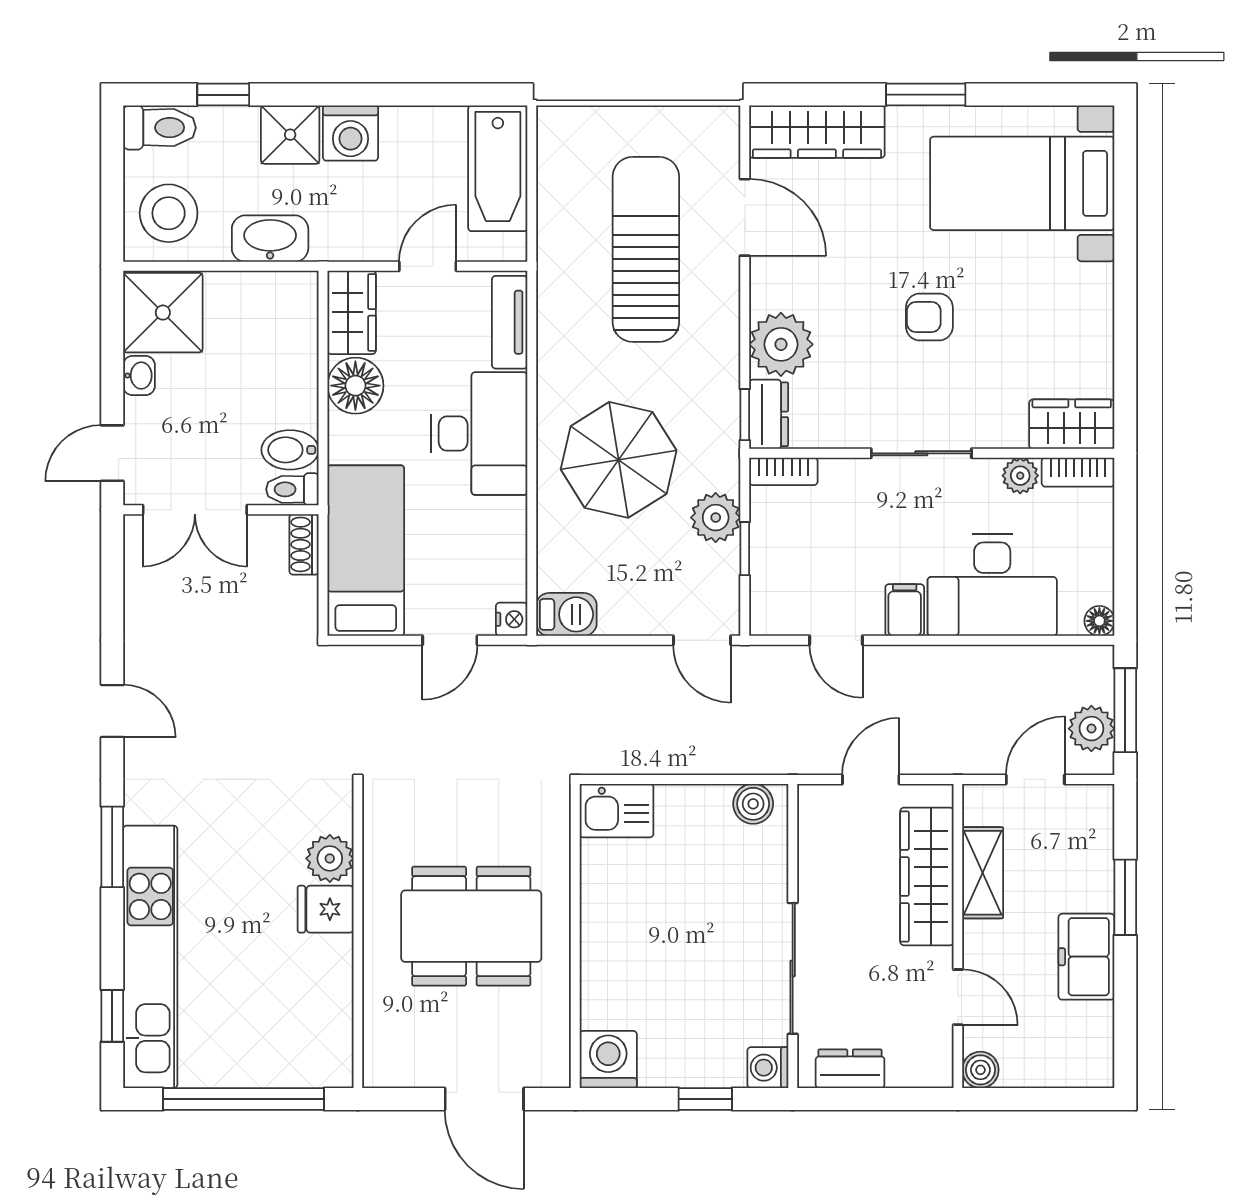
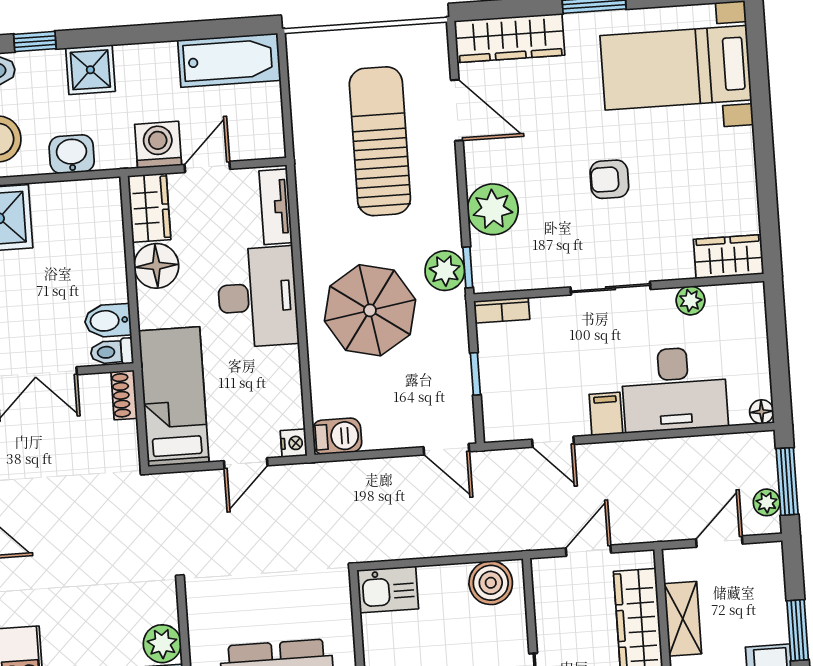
washing machine: (351, 133) -> (158, 145), moved, turned 180
bathtub: (498, 168) -> (229, 60), moved, turned -90
washbasin: (270, 239) -> (72, 154), width x0.72
dresser: (769, 414) -> (487, 266), removed
bookcase: (1078, 472) -> (736, 295), removed
plant: (716, 518) -> (445, 271), moved
plant: (1091, 729) -> (767, 502), width x0.73, depth x0.73
boiler: (753, 804) -> (491, 583), width x1.36, depth x1.36

